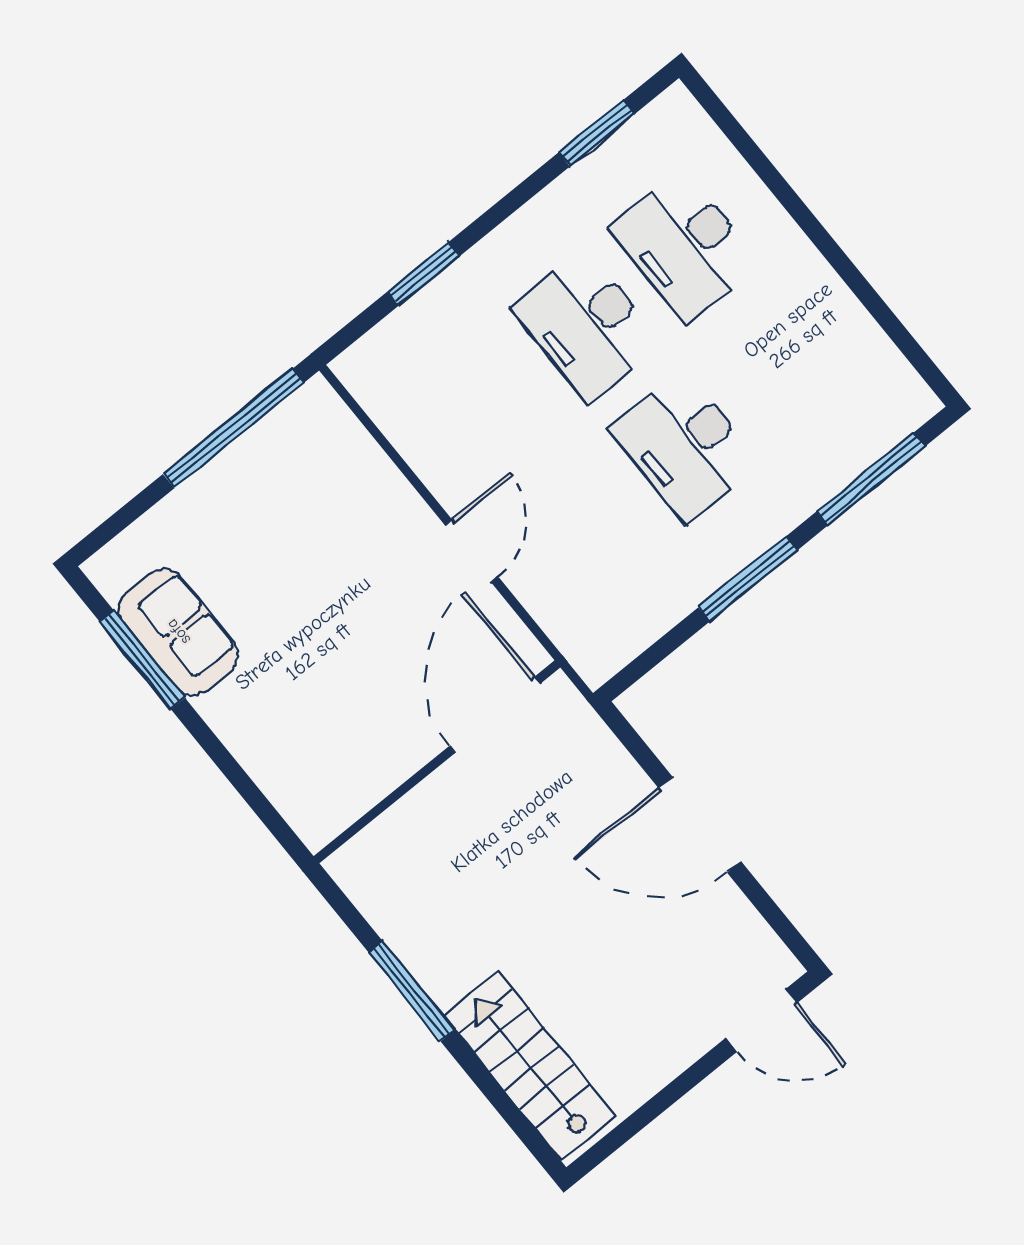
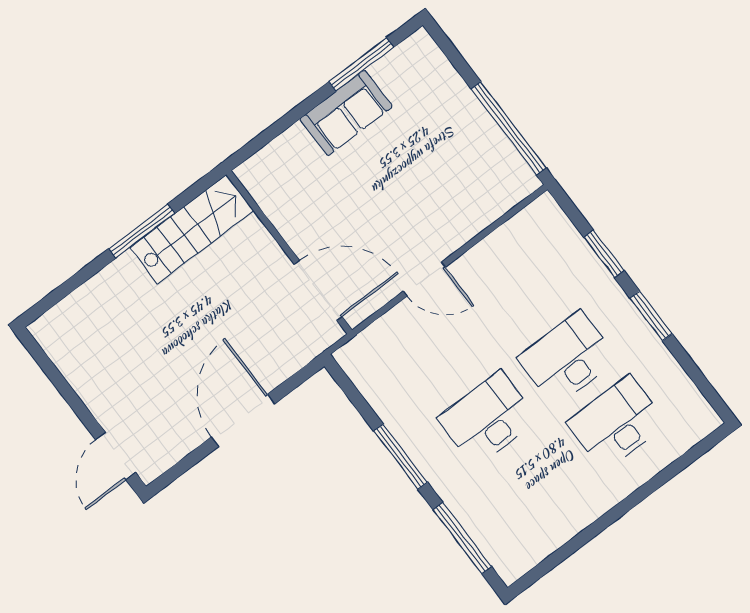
window: (597, 133) -> (651, 316), moved
sofa: (178, 632) -> (346, 113), moved
stairs: (529, 1066) -> (192, 229), moved

